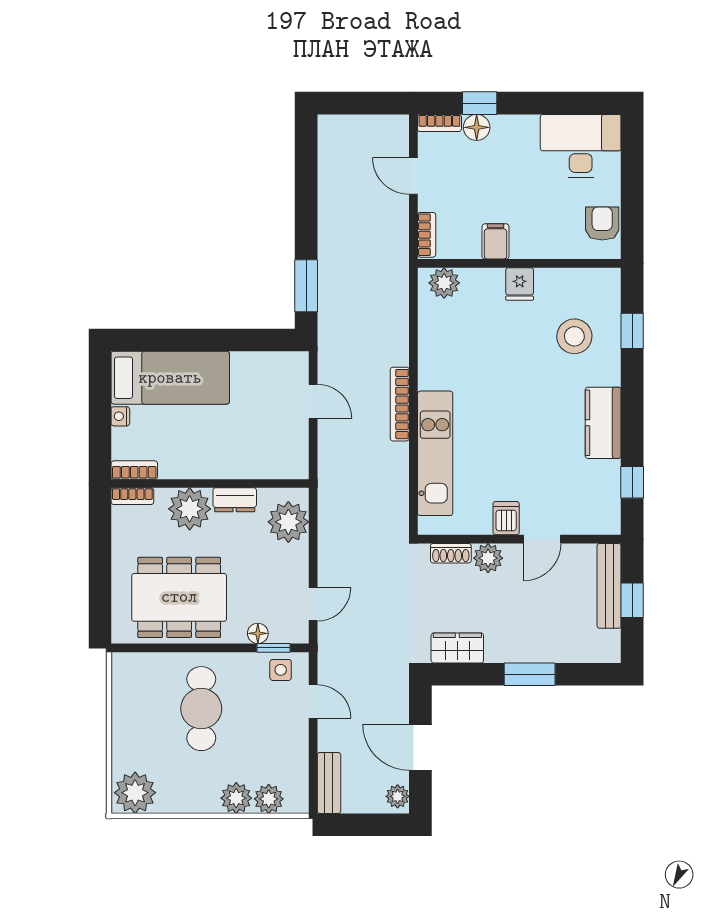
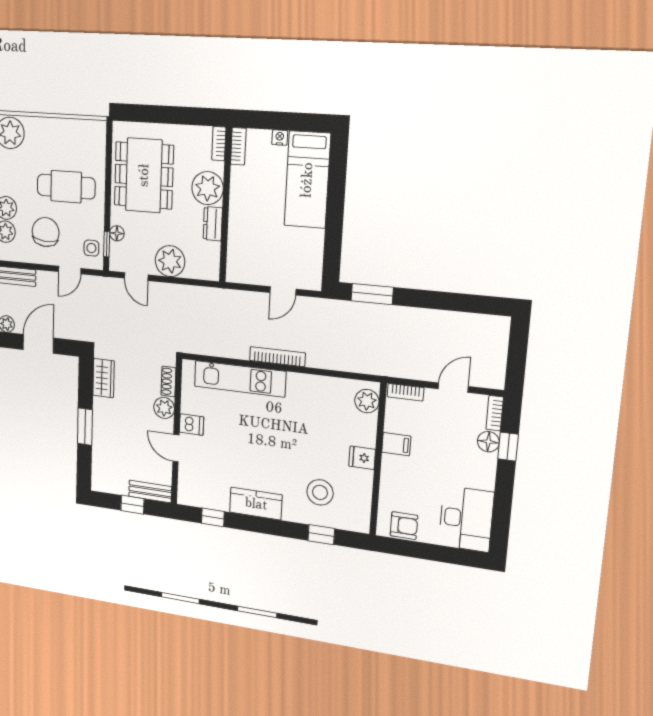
plant: (288, 522) -> (170, 261), moved
bench: (609, 586) -> (150, 491), width x0.73
chair: (264, 738) -> (46, 232), added

